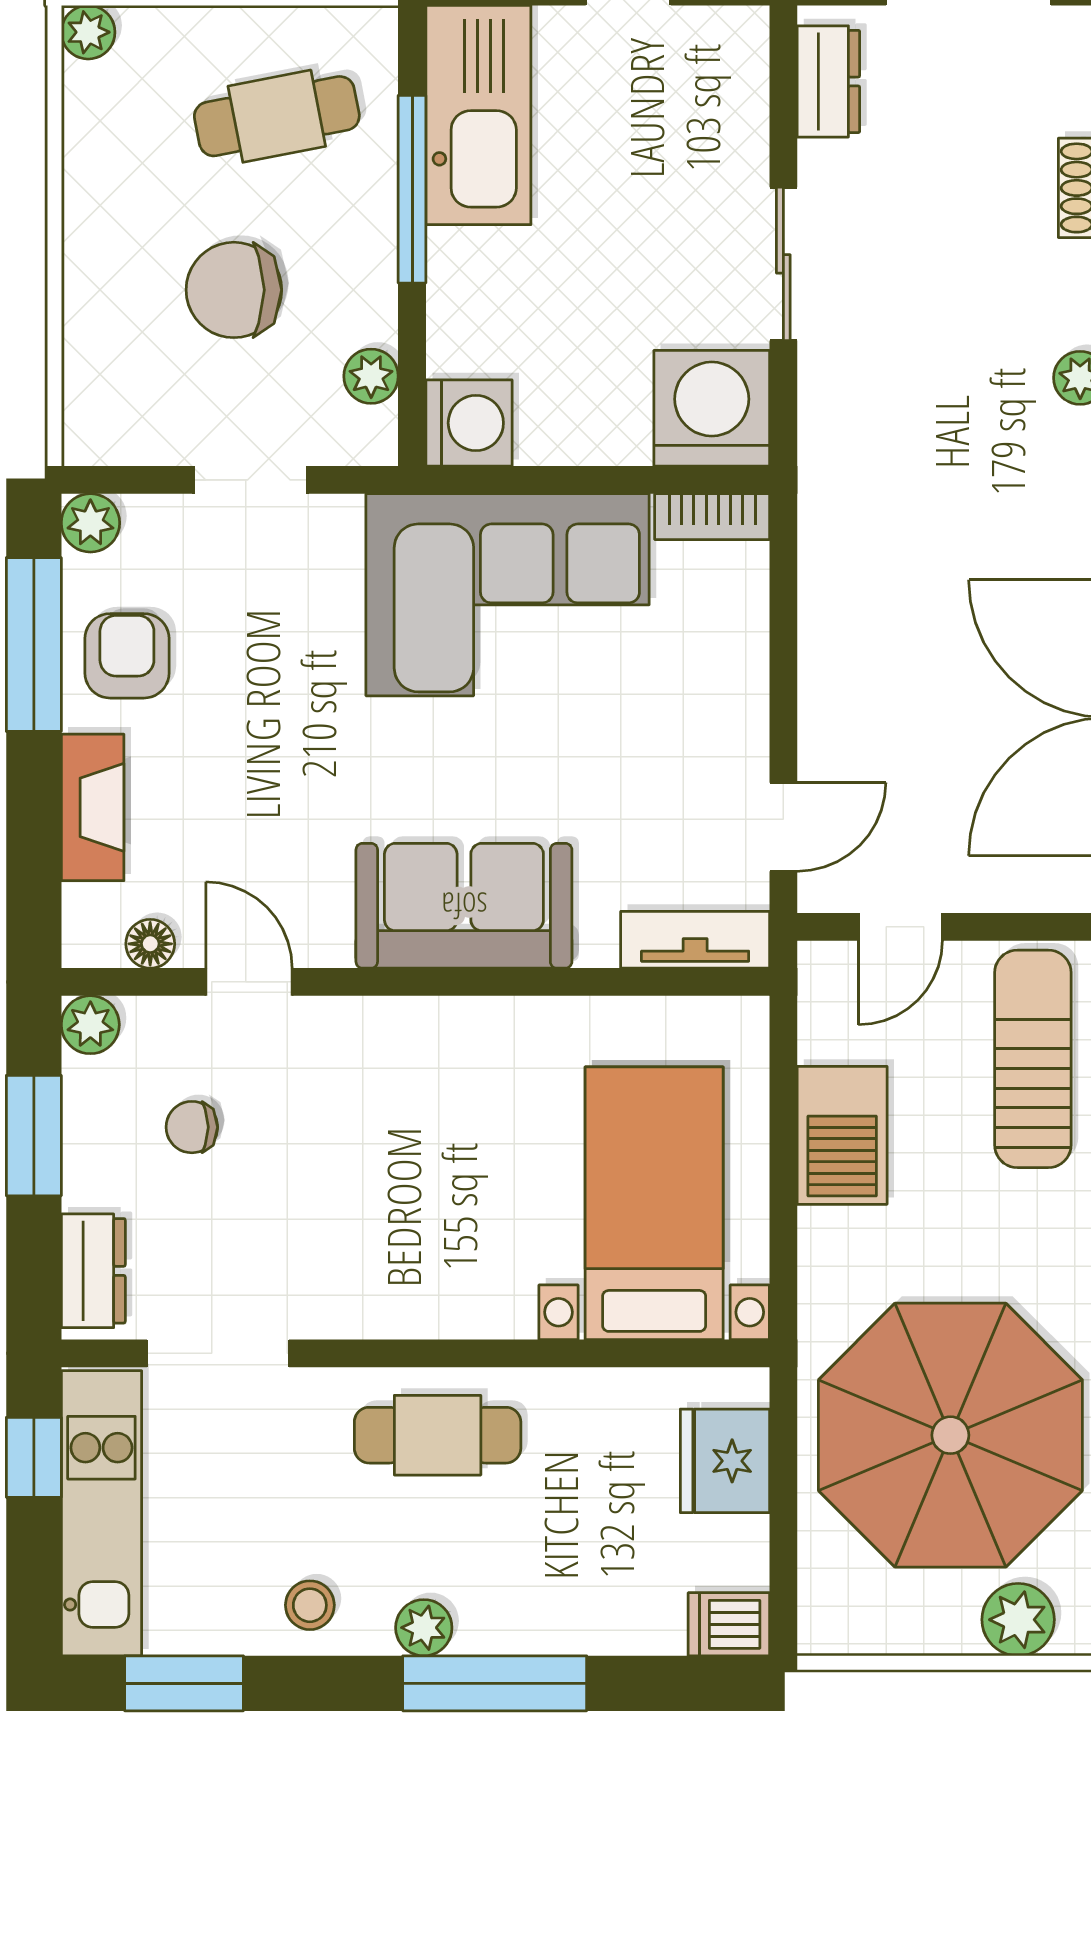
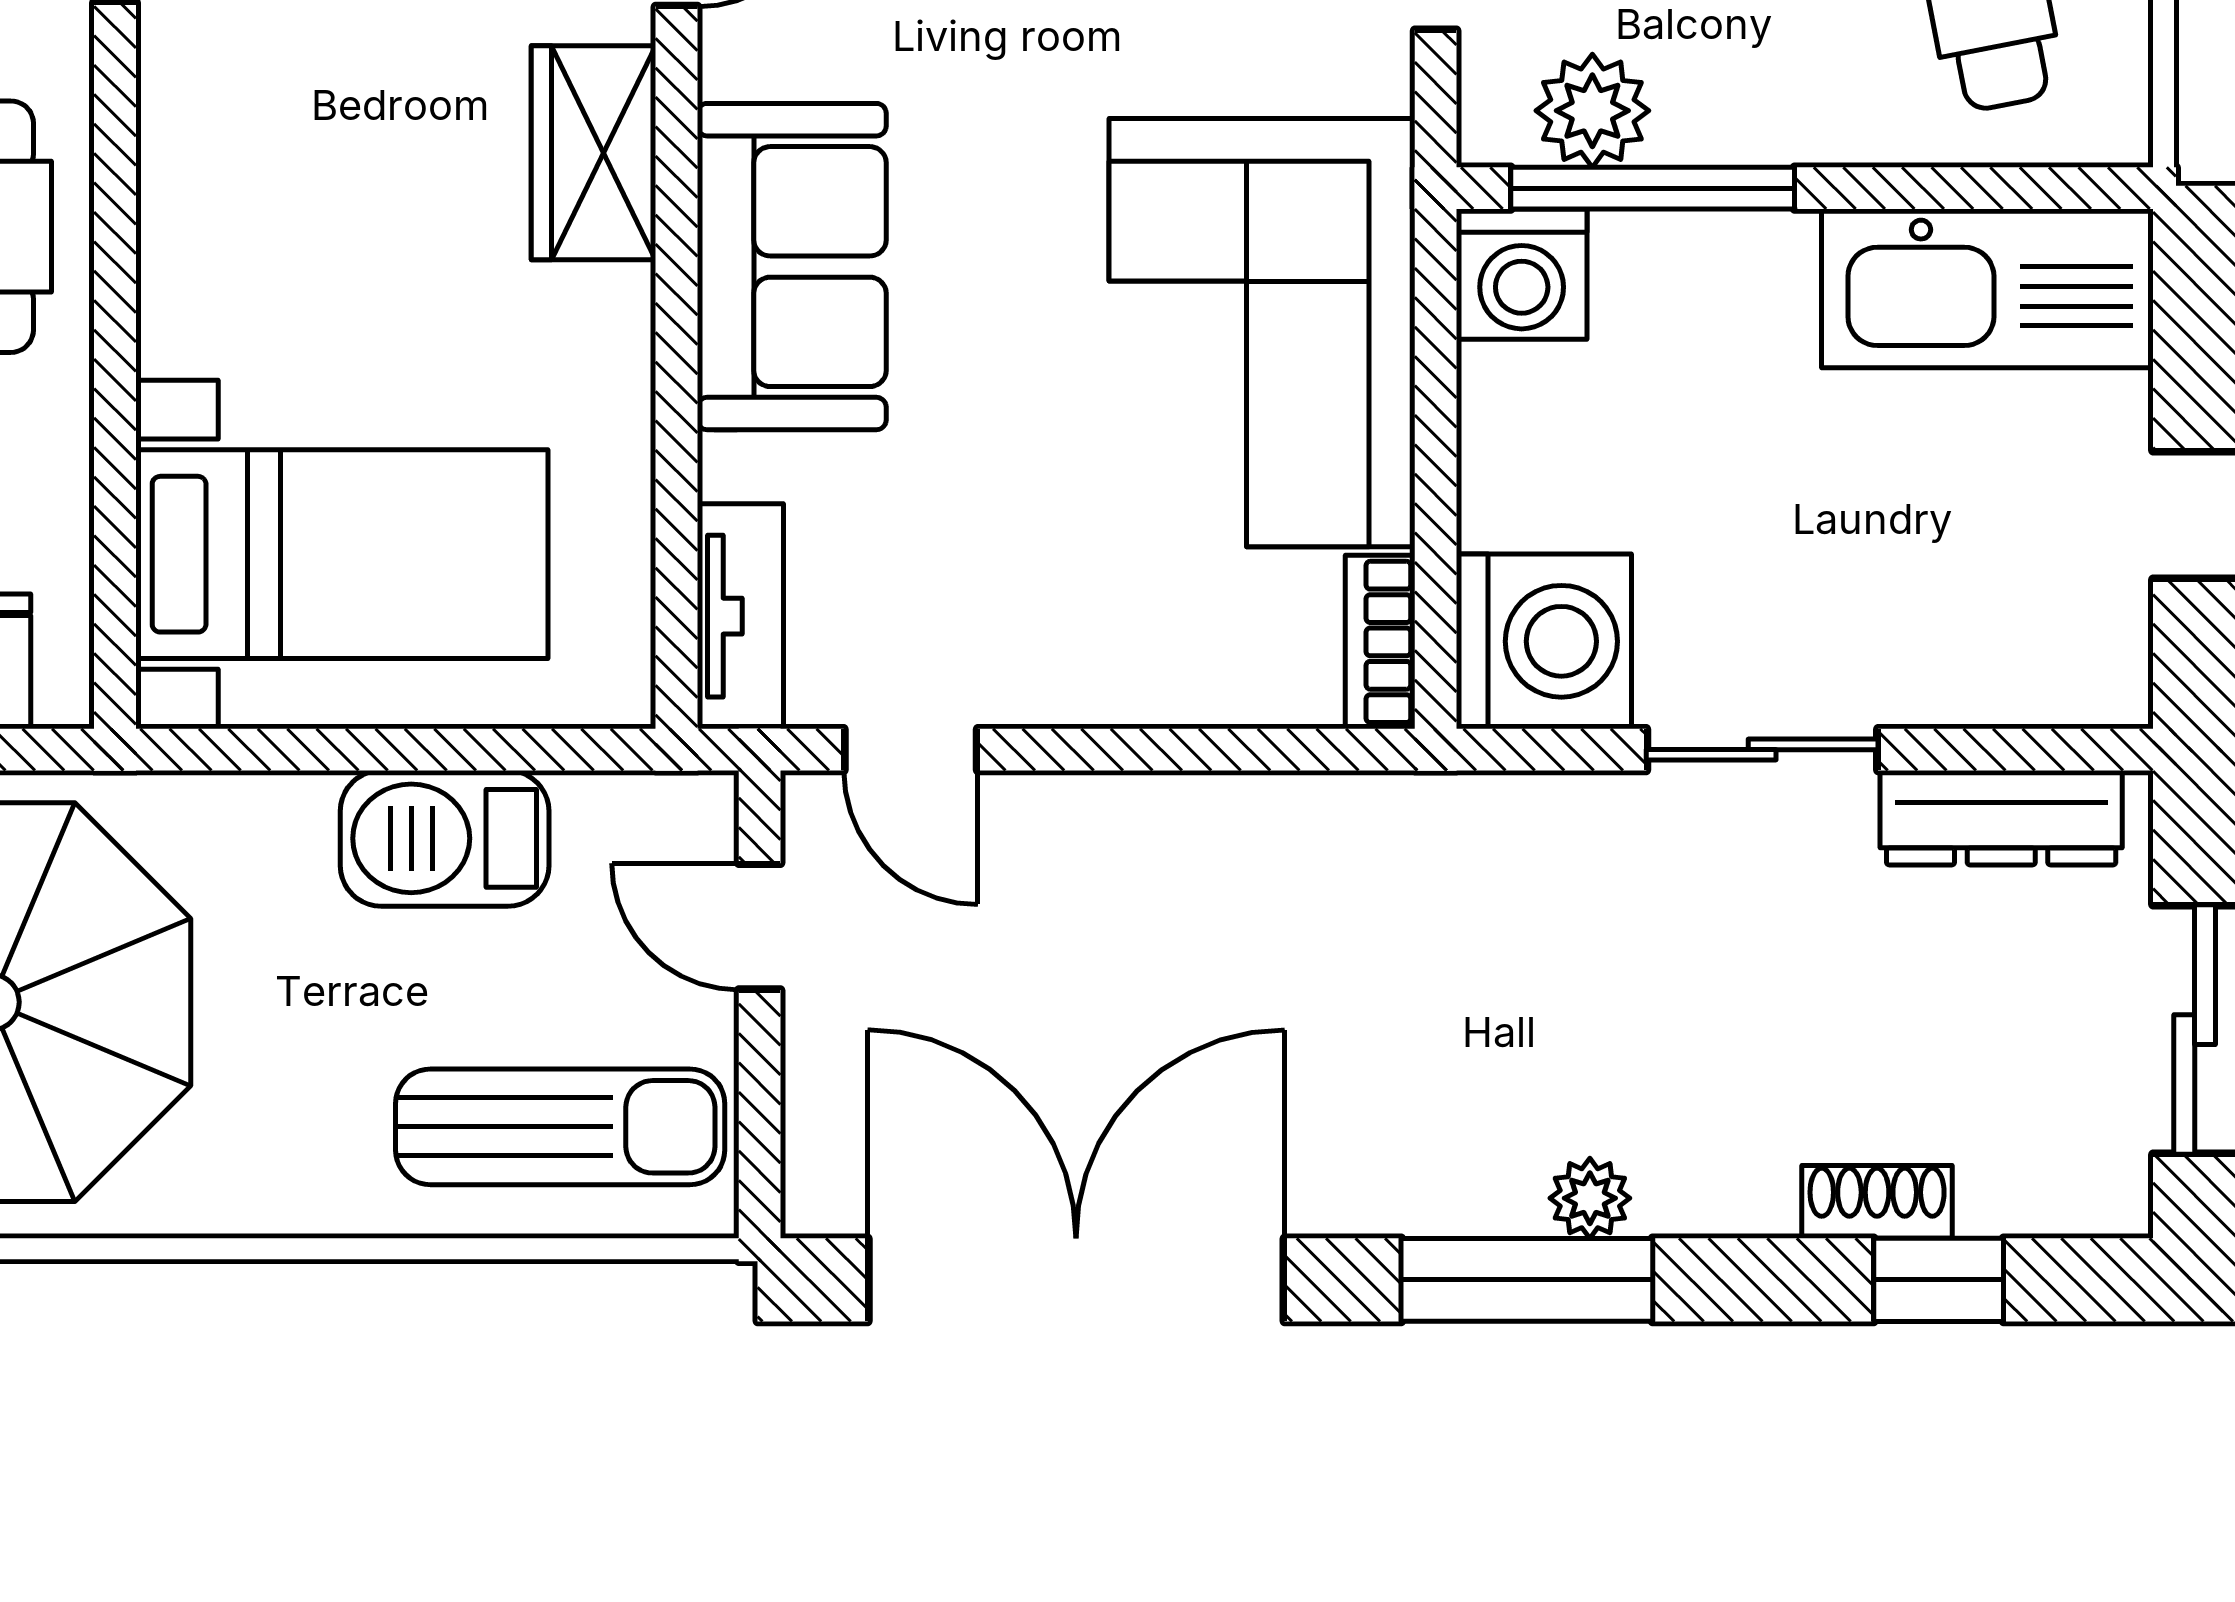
dresser: (828, 81) -> (2001, 818), width x1.44
window: (412, 189) -> (1653, 188), moved
plant: (371, 376) -> (1592, 111), width x1.38, depth x1.38
wardrobe: (389, 1037) -> (594, 153), added

